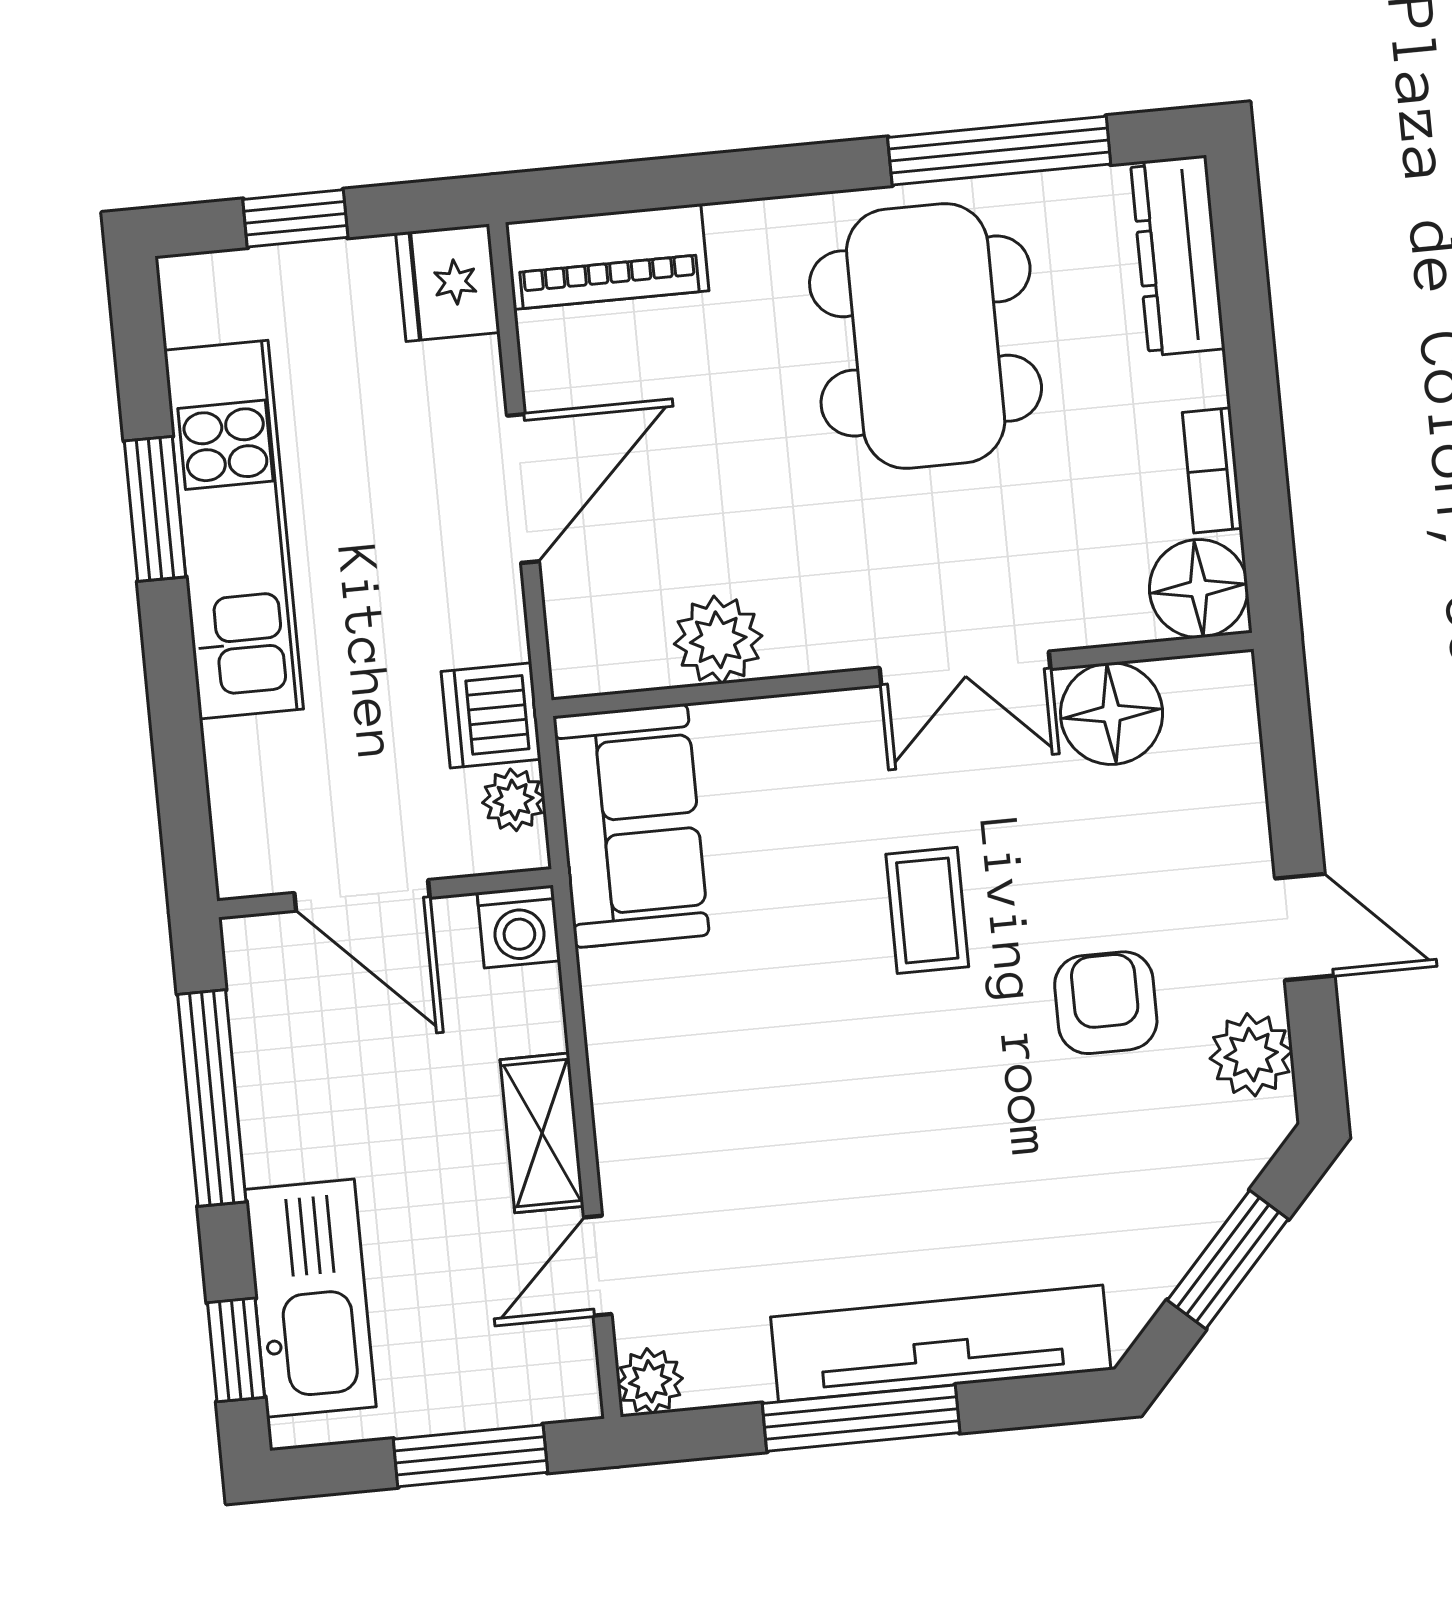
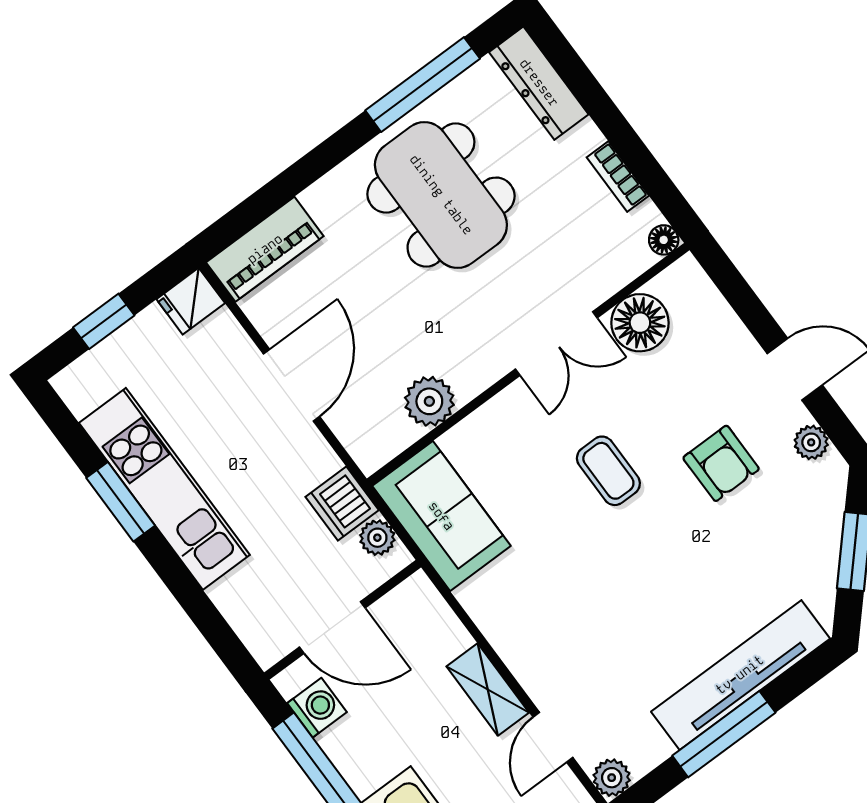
fridge: (448, 283) -> (191, 301), width x0.72
floor lamp: (1199, 589) -> (664, 240), width x0.53, depth x0.53
washing machine: (519, 927) -> (317, 708), moved, turned -90
armchair: (1106, 1003) -> (721, 463), turned 180
plant: (1251, 1055) -> (811, 442), width x0.73, depth x0.73

